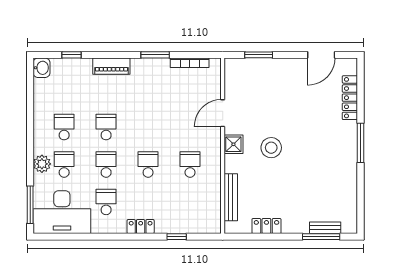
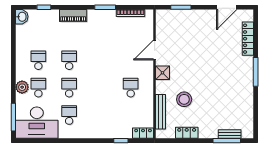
stool: (271, 148) -> (184, 99), moved
school desk: (148, 164) -> (100, 88), removed
locker: (141, 227) -> (143, 133), moved

